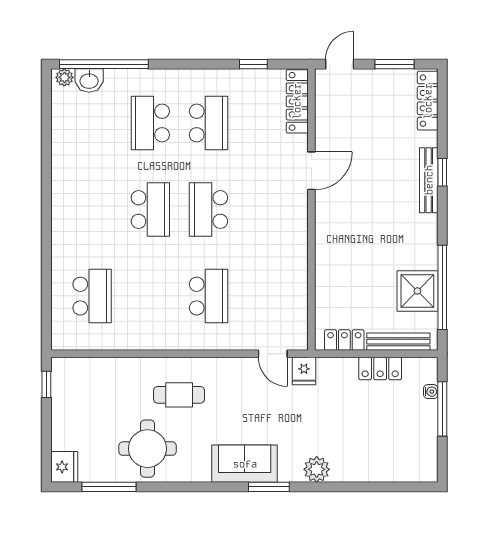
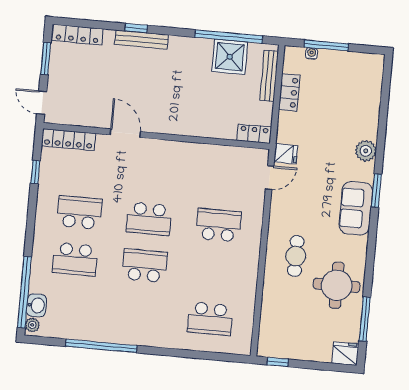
window: (46, 165) -> (101, 346), added
school desk: (92, 296) -> (210, 319), turned 180
locker: (344, 340) -> (254, 134), moved, turned 90

